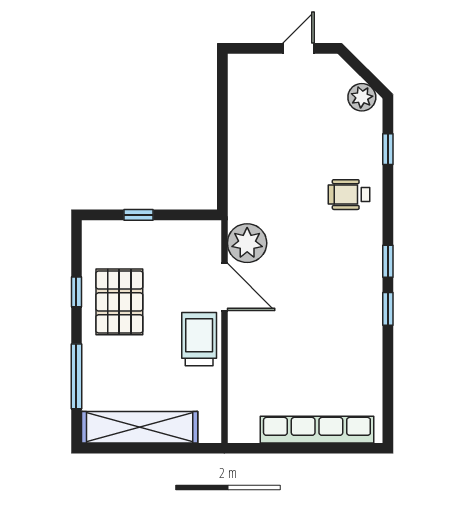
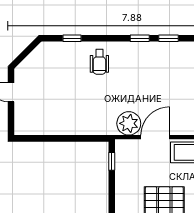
plant: (362, 97) -> (41, 54), removed
window: (138, 215) -> (112, 161), moved

